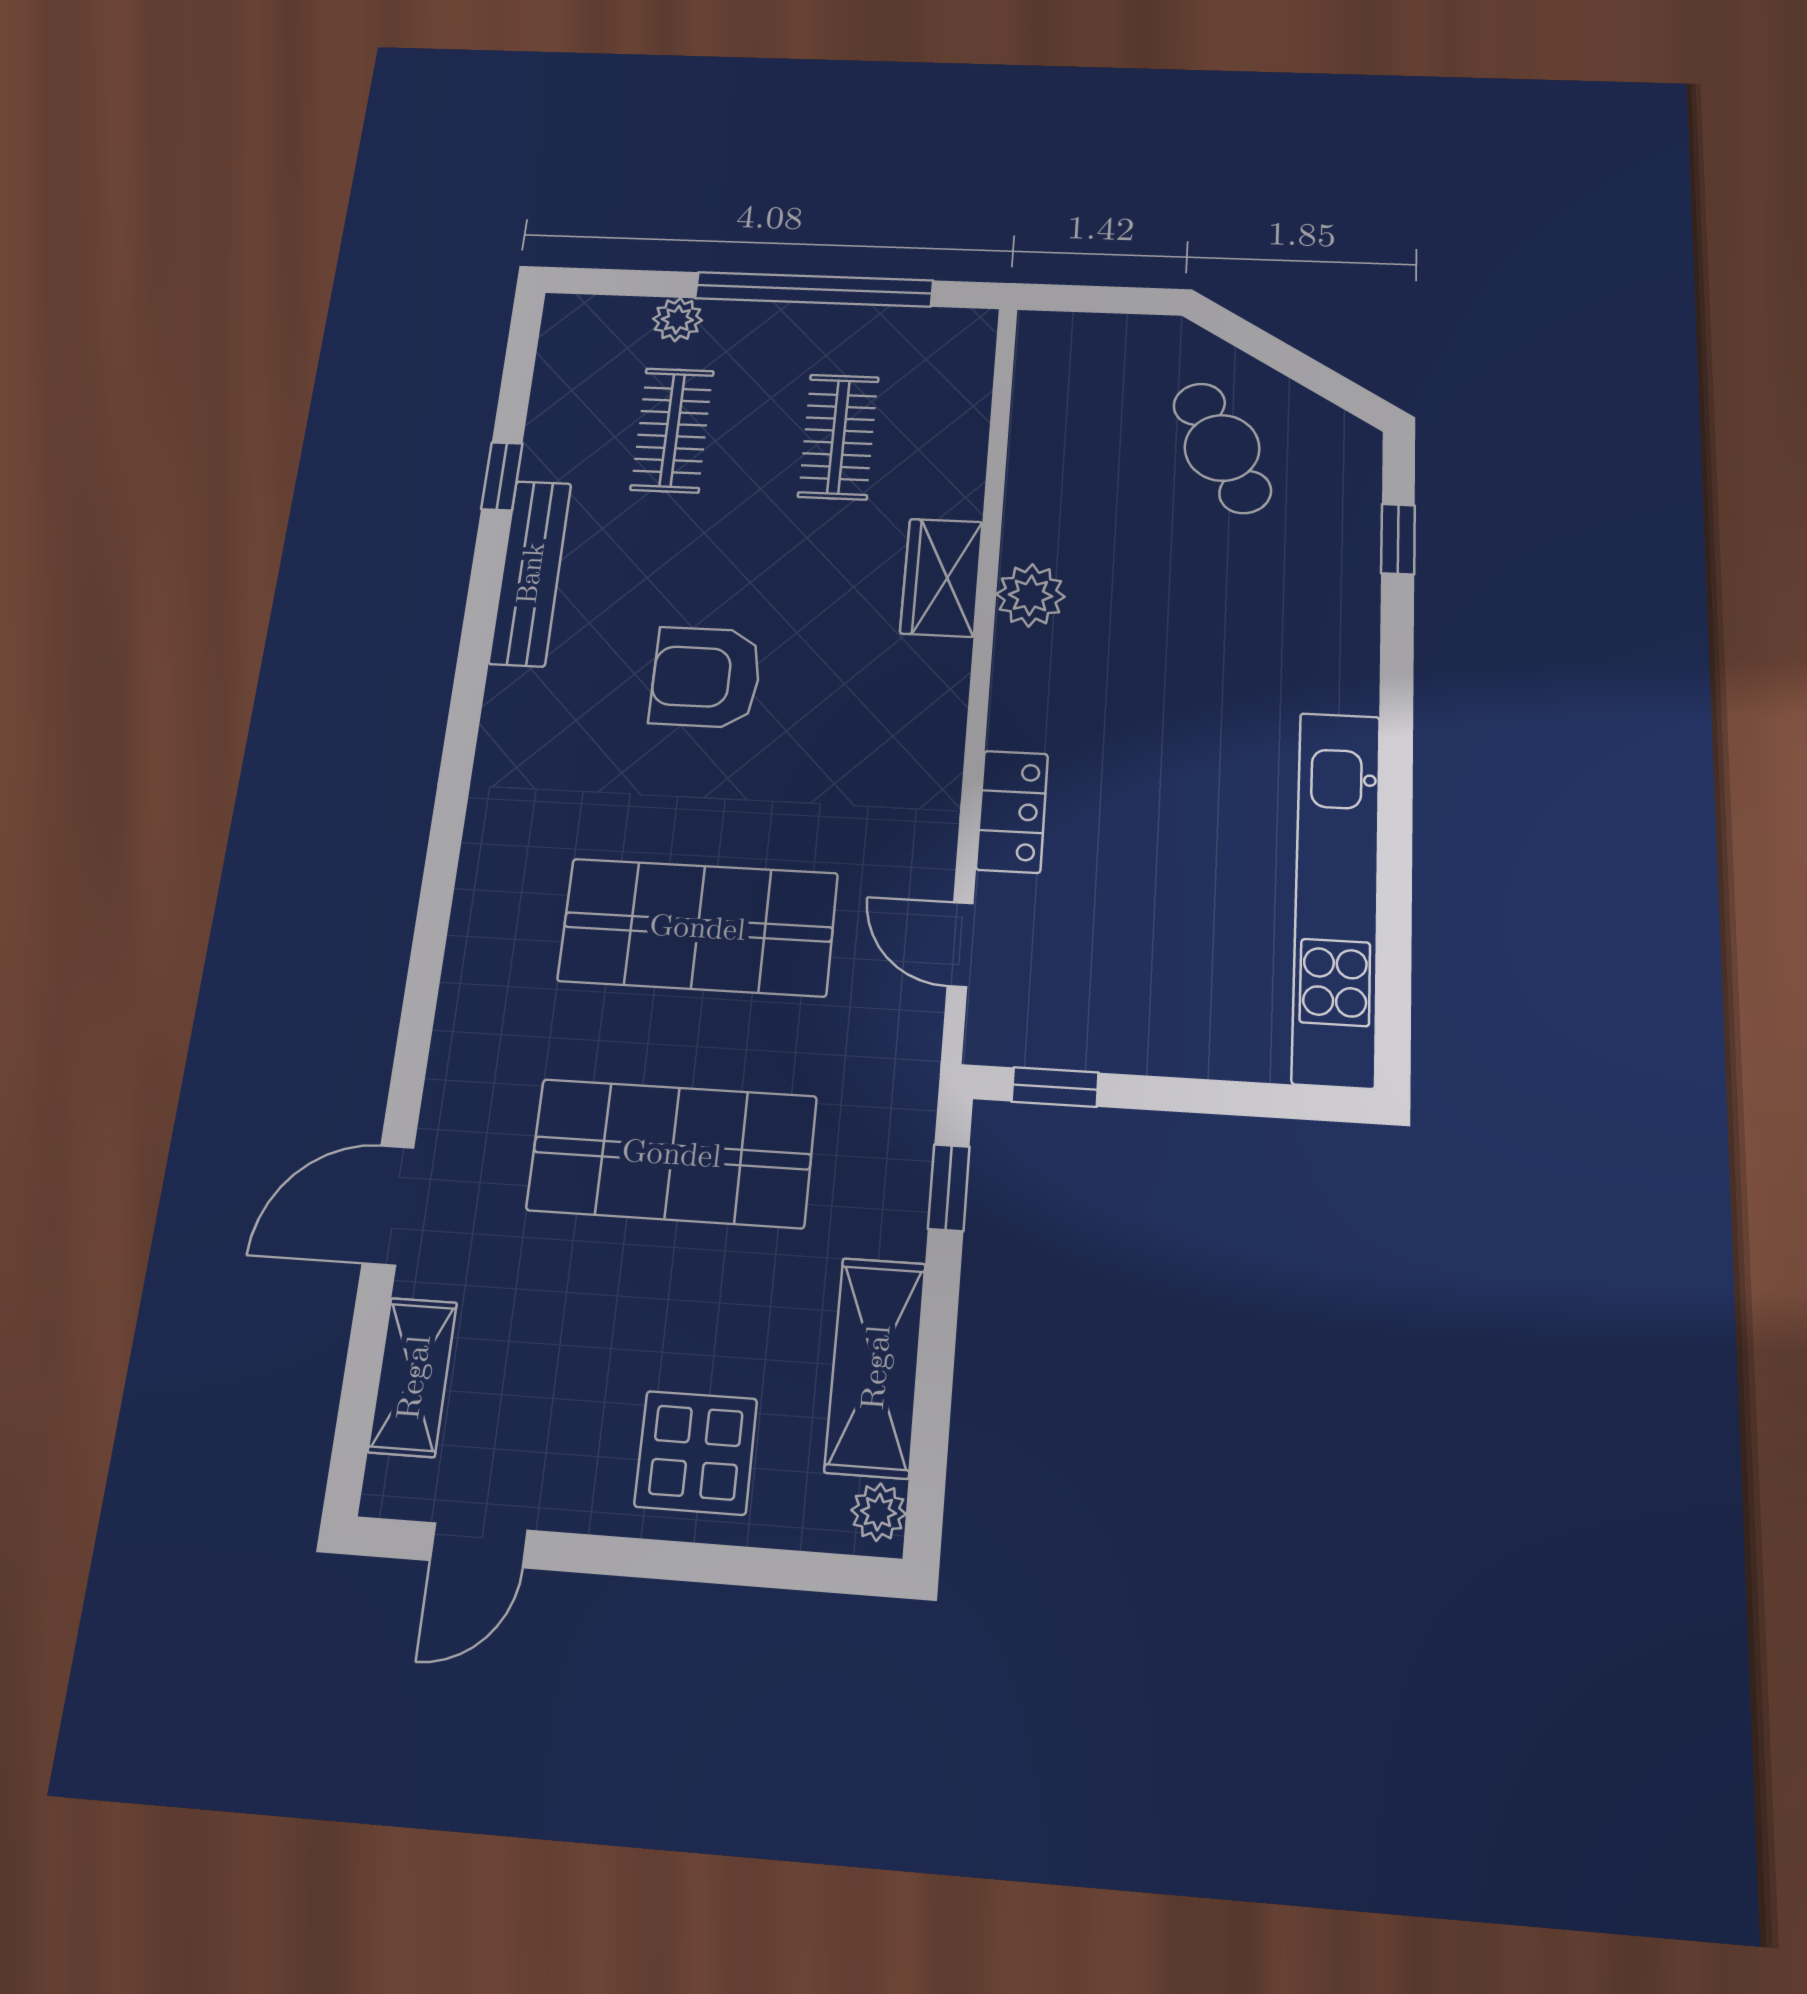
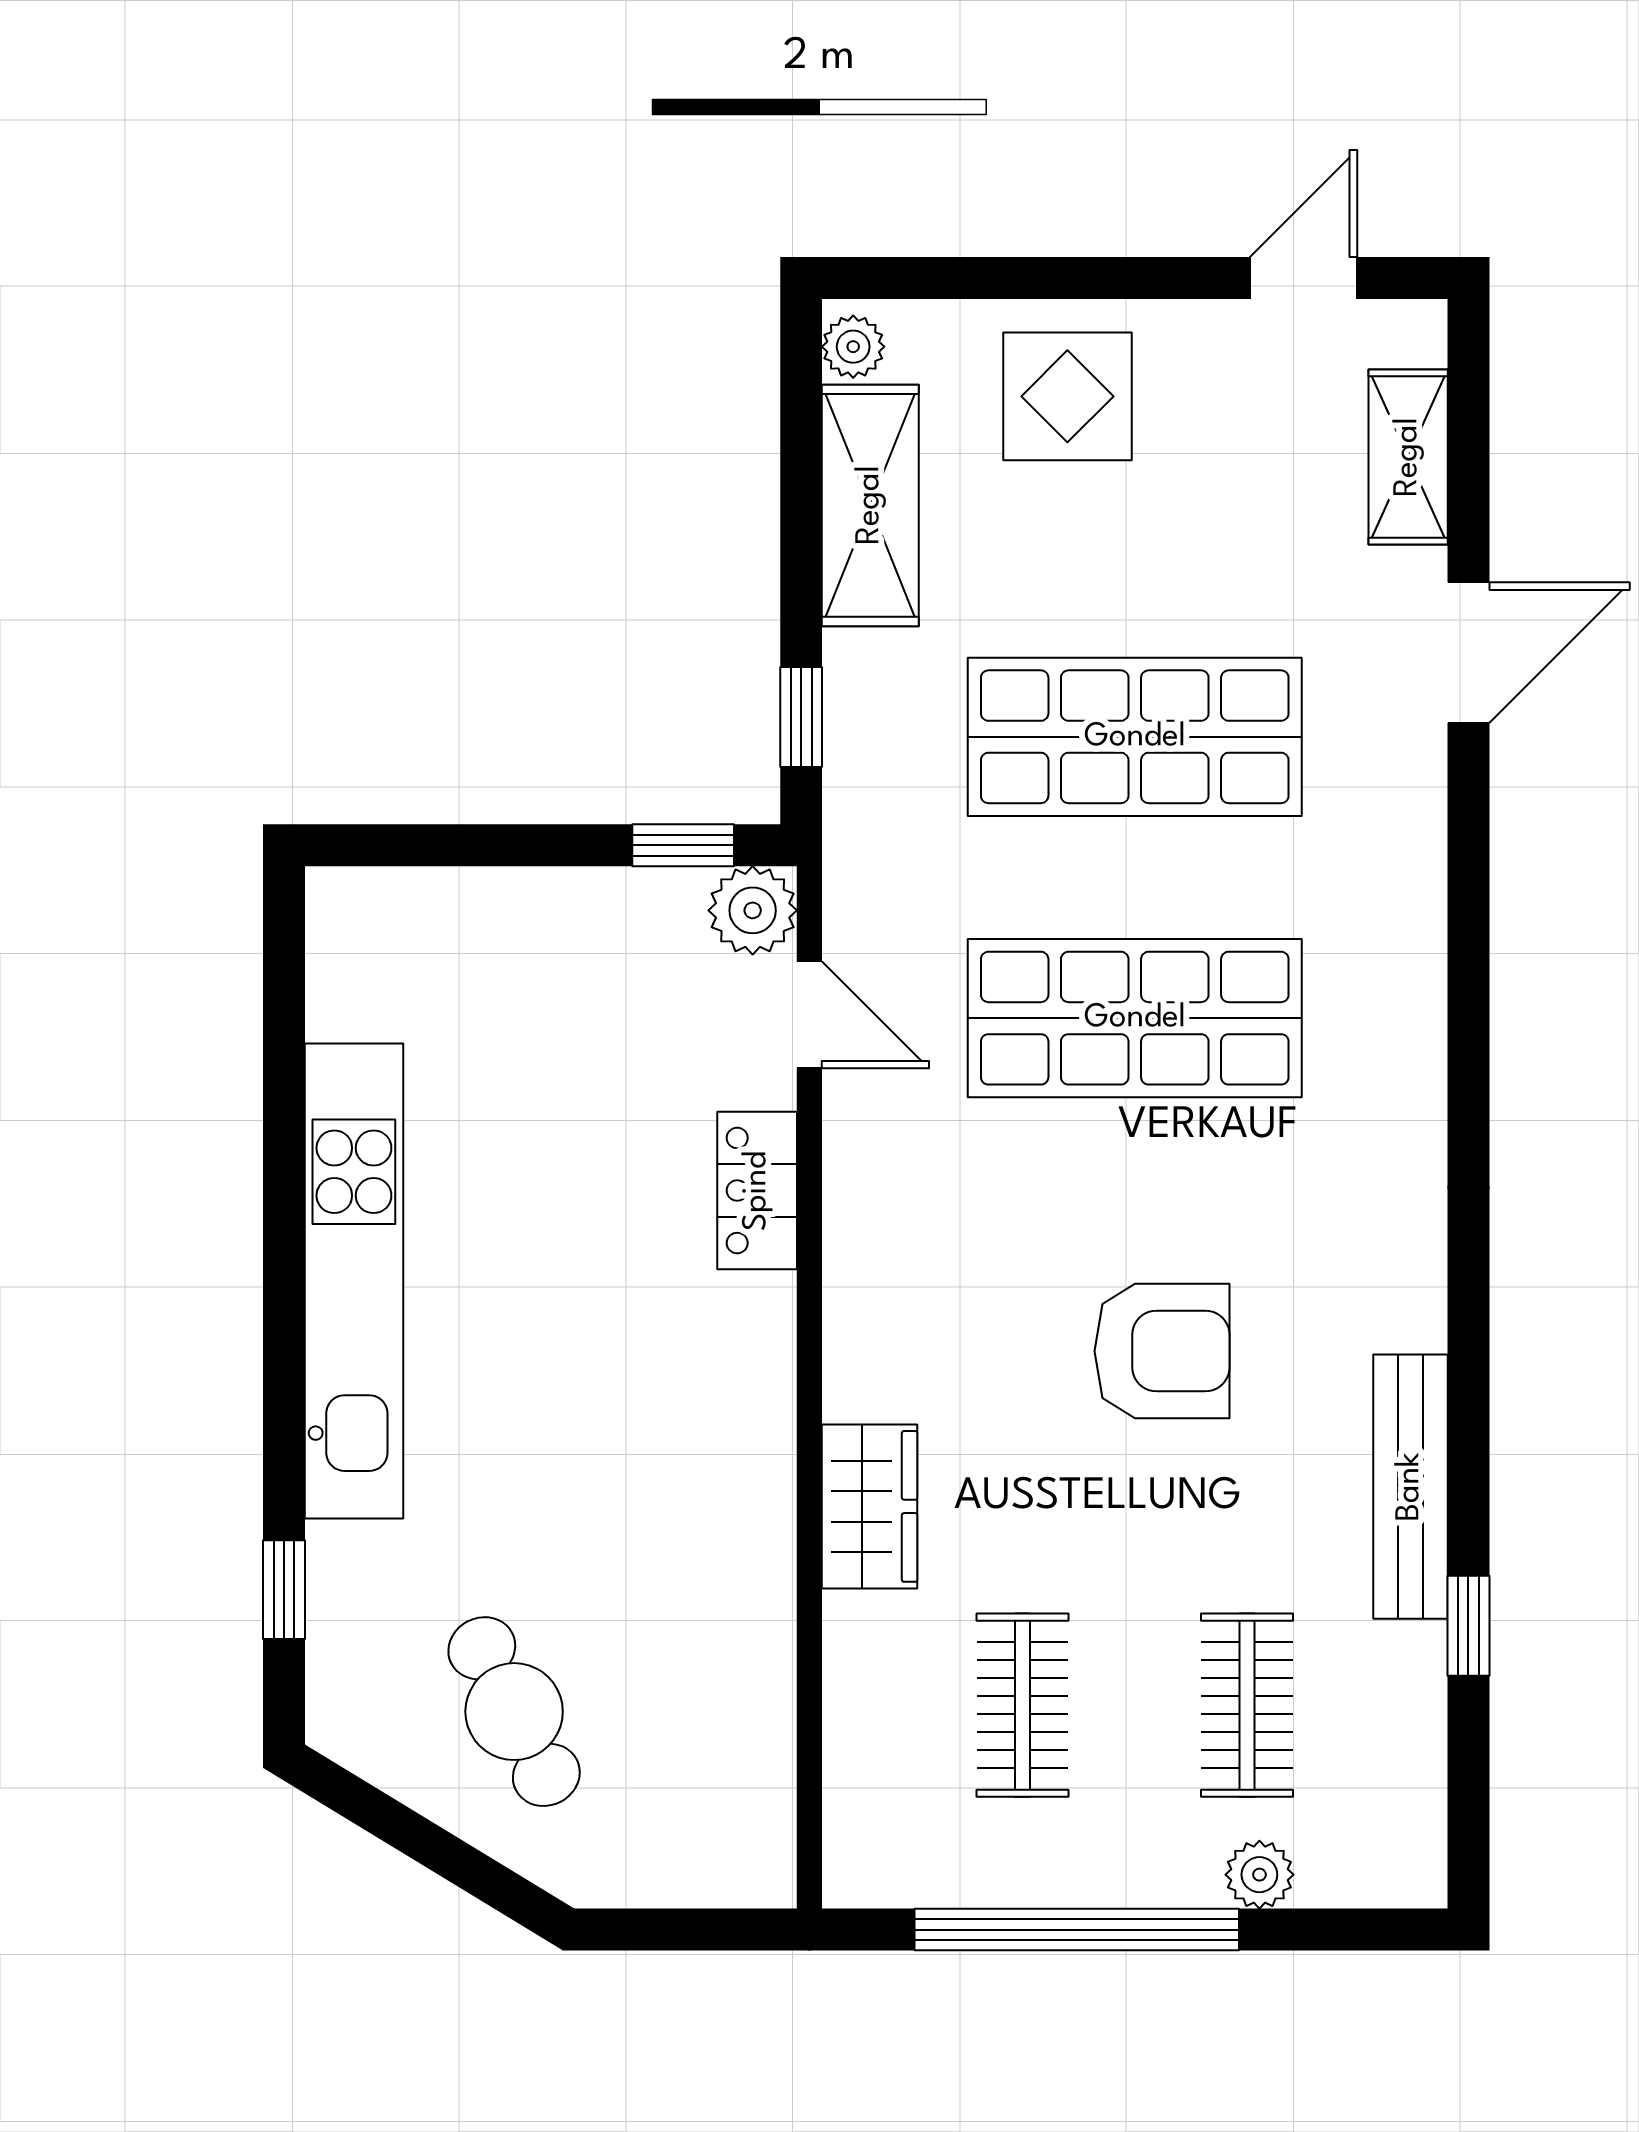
plant: (1030, 595) -> (753, 910), moved
kitchen unit: (1337, 896) -> (354, 1281), moved

